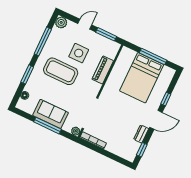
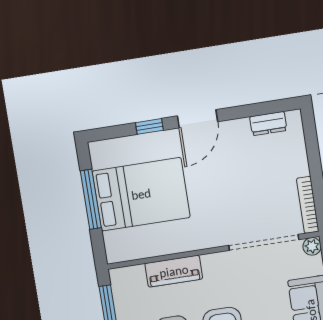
door: (156, 120) -> (198, 119), swing flipped
dresser: (141, 134) -> (268, 124), moved
window: (142, 150) -> (267, 108), removed

